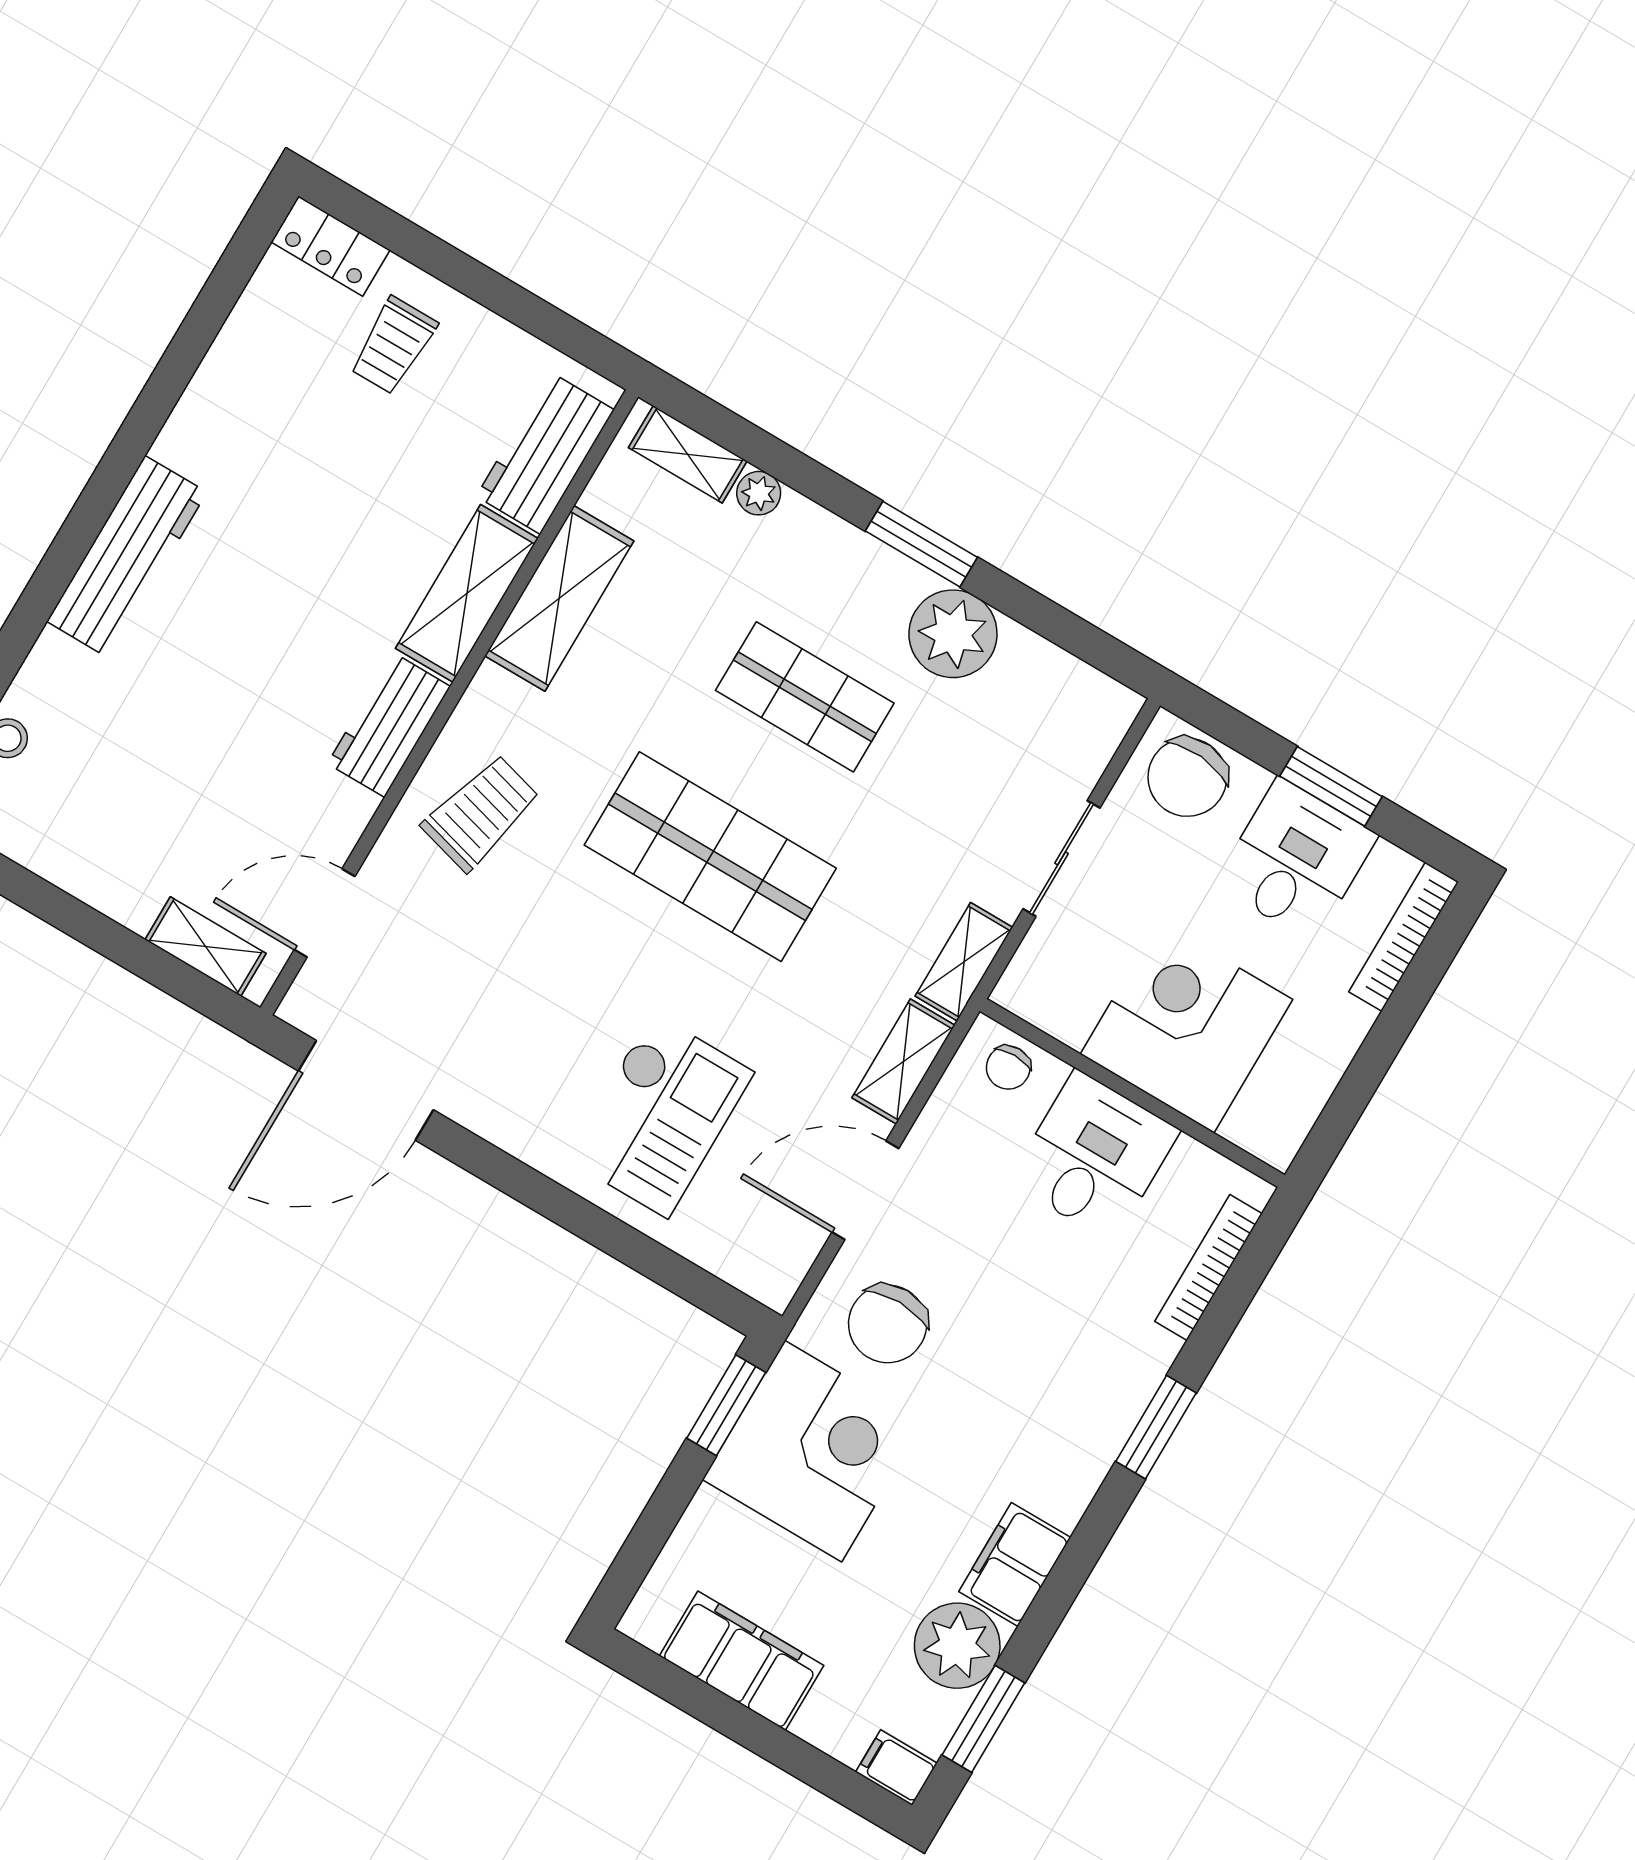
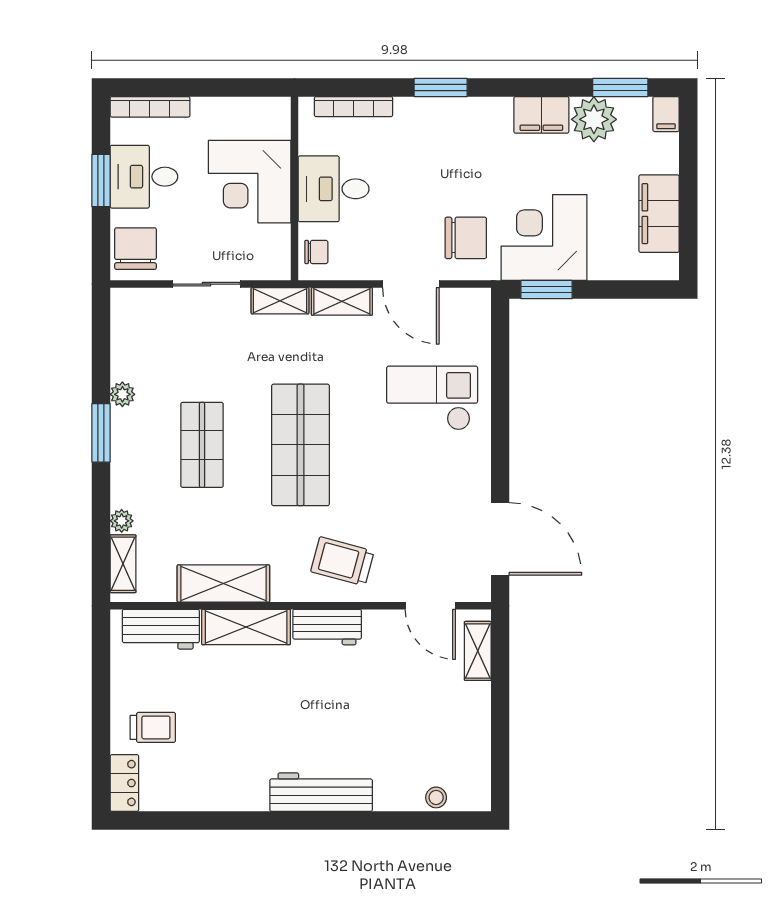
plant: (953, 634) -> (122, 394), width x0.53, depth x0.53
chair: (1187, 777) -> (135, 249), turned -95

